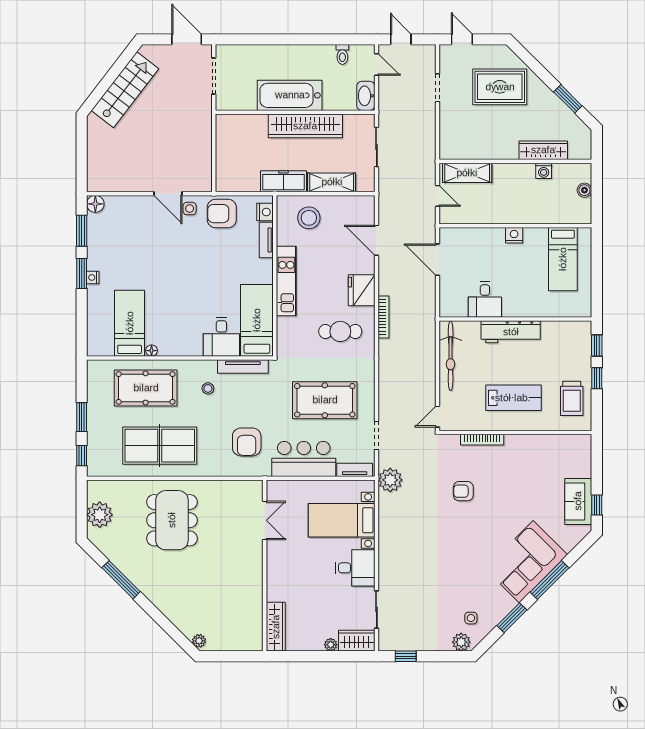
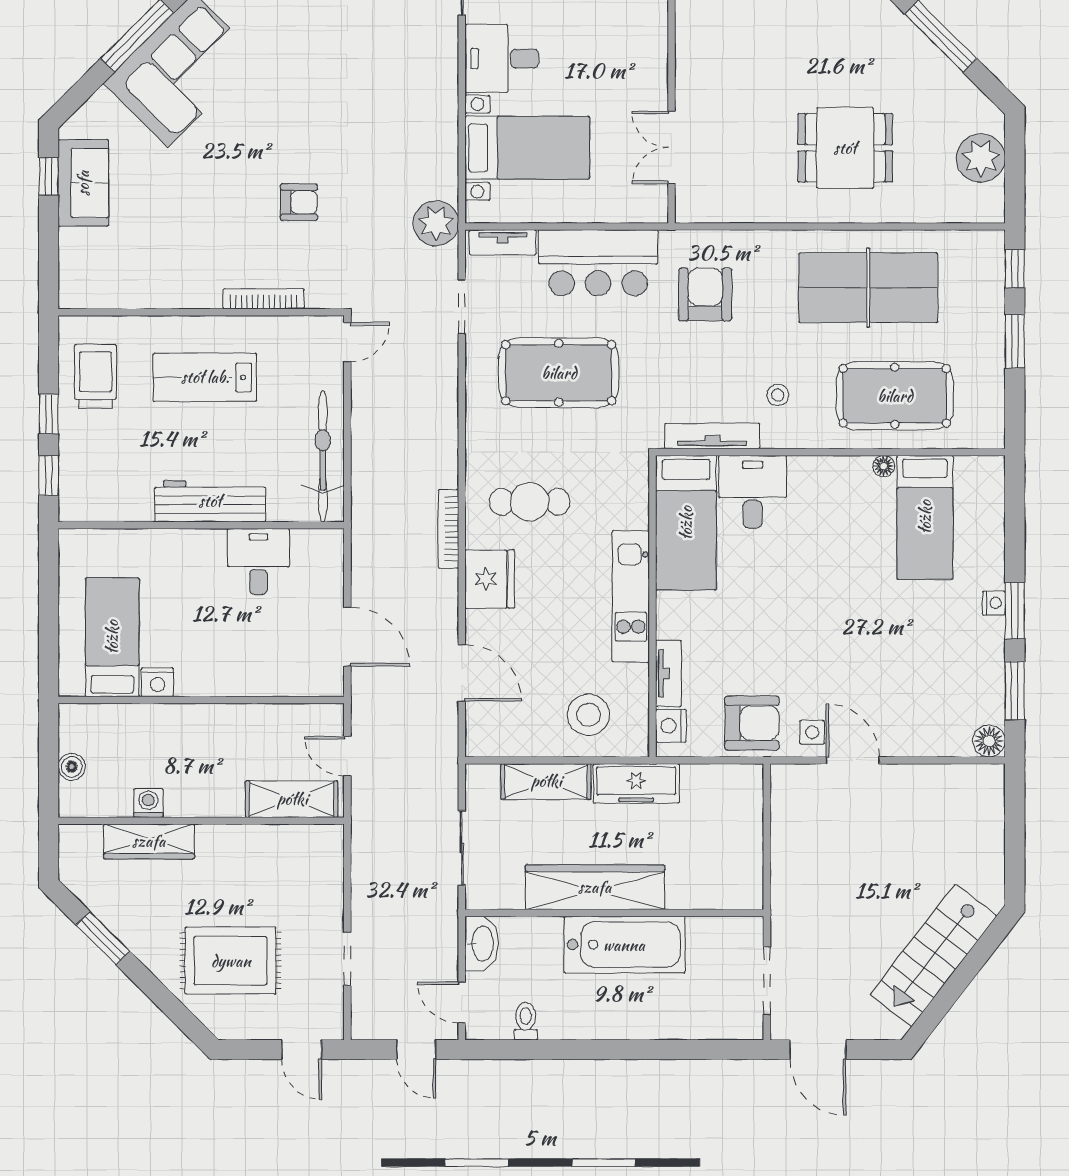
nightstand: (514, 235) -> (157, 682), moved
dining table: (172, 520) -> (845, 148), width x0.73

